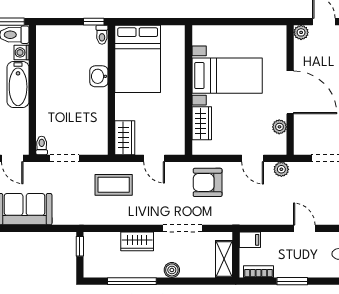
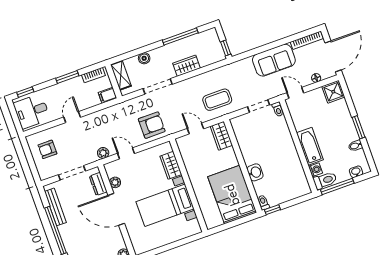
dresser: (302, 132) -> (98, 184), added
door: (304, 228) -> (72, 117), swing flipped
boiler: (172, 270) -> (144, 58), moved

